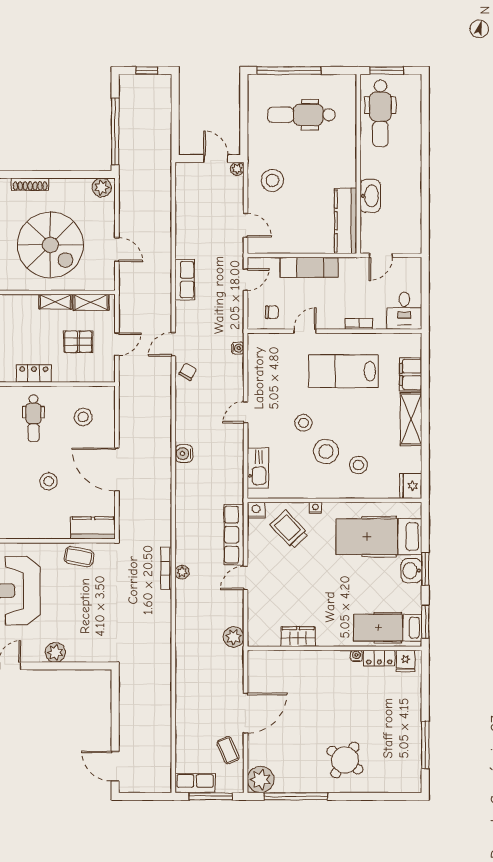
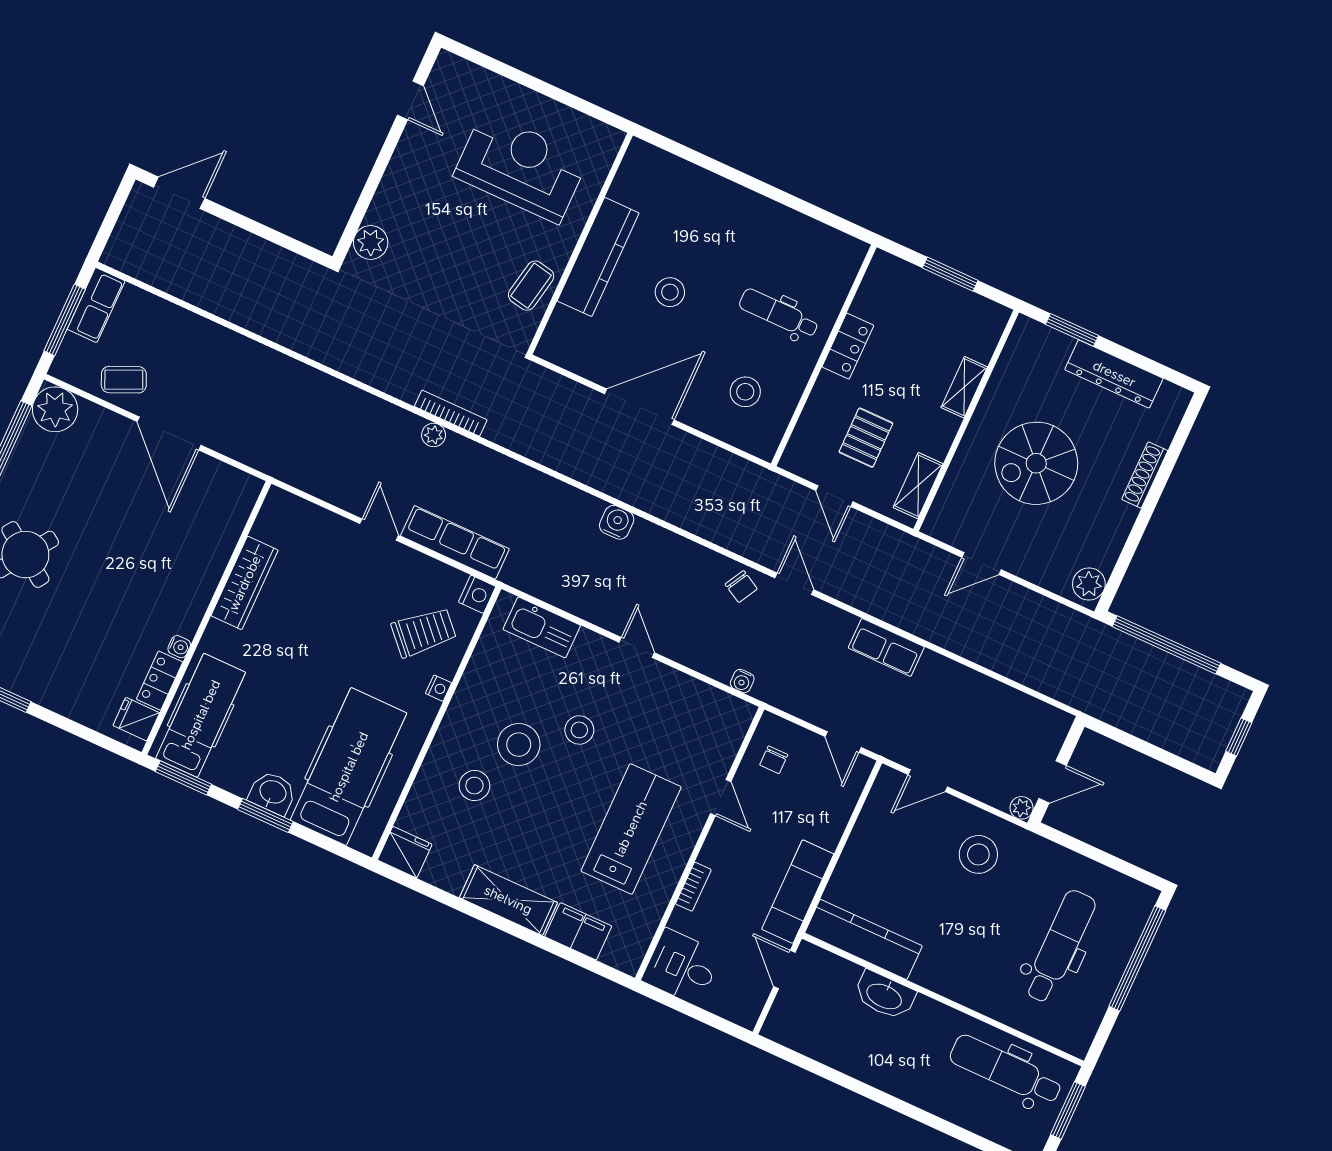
spiral stairs: (50, 245) -> (1036, 463), width x0.73, depth x0.73
exam couch: (309, 267) -> (798, 892), moved
shelving: (55, 302) -> (964, 387), moved
kitchen counter: (93, 528) -> (598, 257), moved, width x1.50
plant: (234, 637) -> (296, 469), removed
wardrobe: (298, 637) -> (245, 583), width x1.50
plant: (55, 652) -> (371, 242), moved

